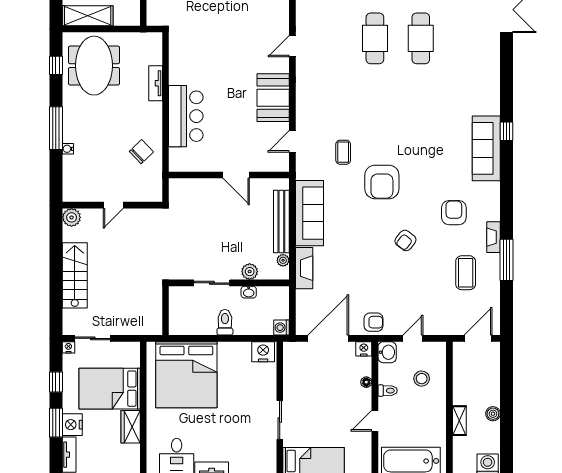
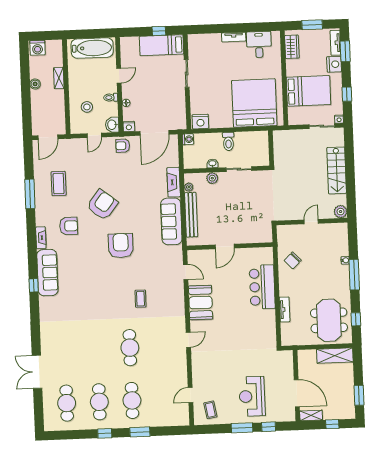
cafe table: (421, 38) -> (97, 349), removed
door: (292, 141) -> (186, 272), hinge flipped
coffee table: (343, 152) -> (140, 299), moved
door: (236, 175) -> (225, 247), swing flipped
armchair: (454, 213) -> (69, 226), turned -90
fireplace: (494, 237) -> (41, 238), moved
armchair: (405, 240) -> (102, 205), width x1.88, depth x1.88
window: (56, 423) -> (345, 51), moved
wardrobe: (131, 427) -> (292, 47), moved

